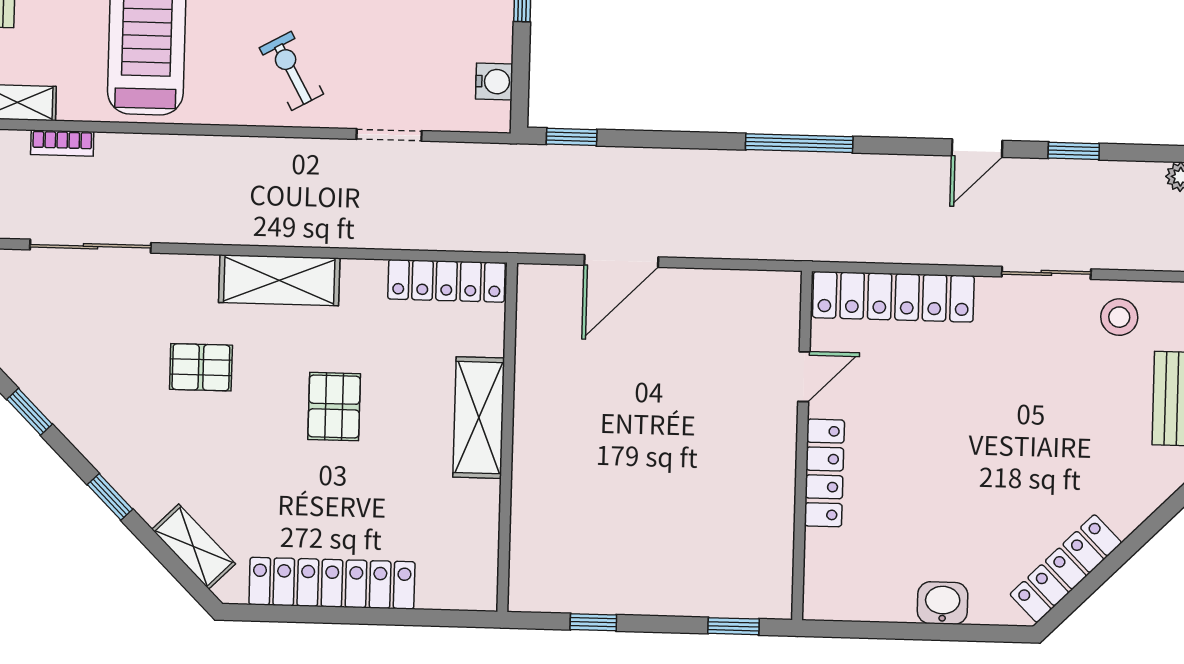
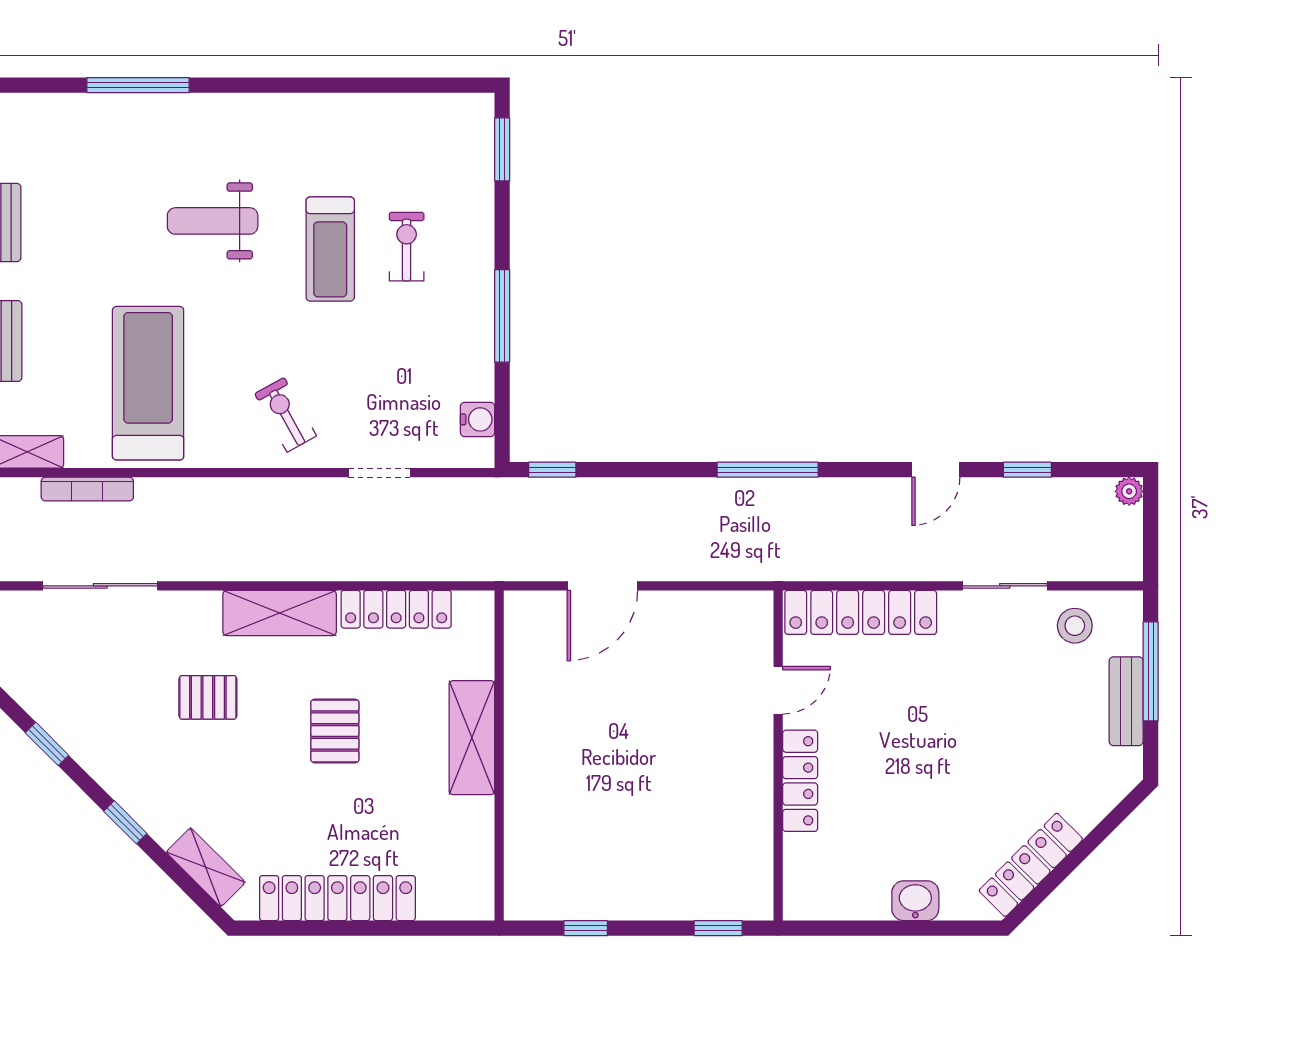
bookcase: (62, 143) -> (87, 489), width x1.56
locker: (447, 281) -> (396, 609), moved

